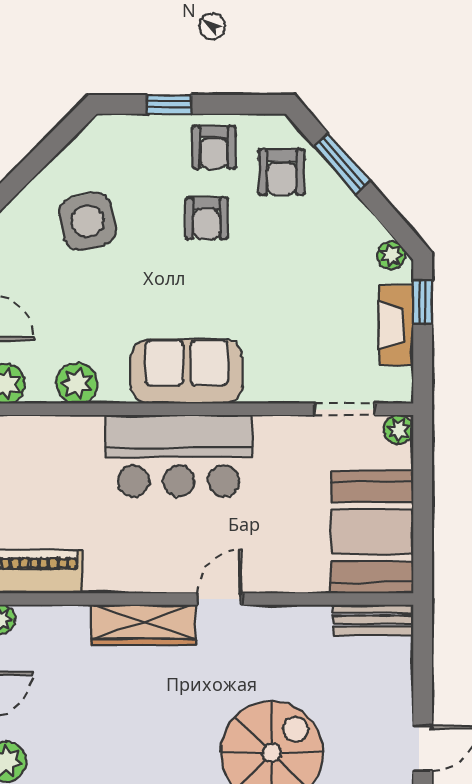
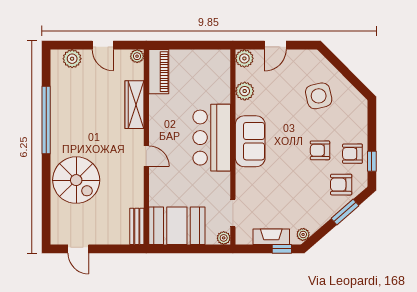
window: (169, 104) -> (372, 161), moved
wardrobe: (143, 625) -> (134, 105), moved

